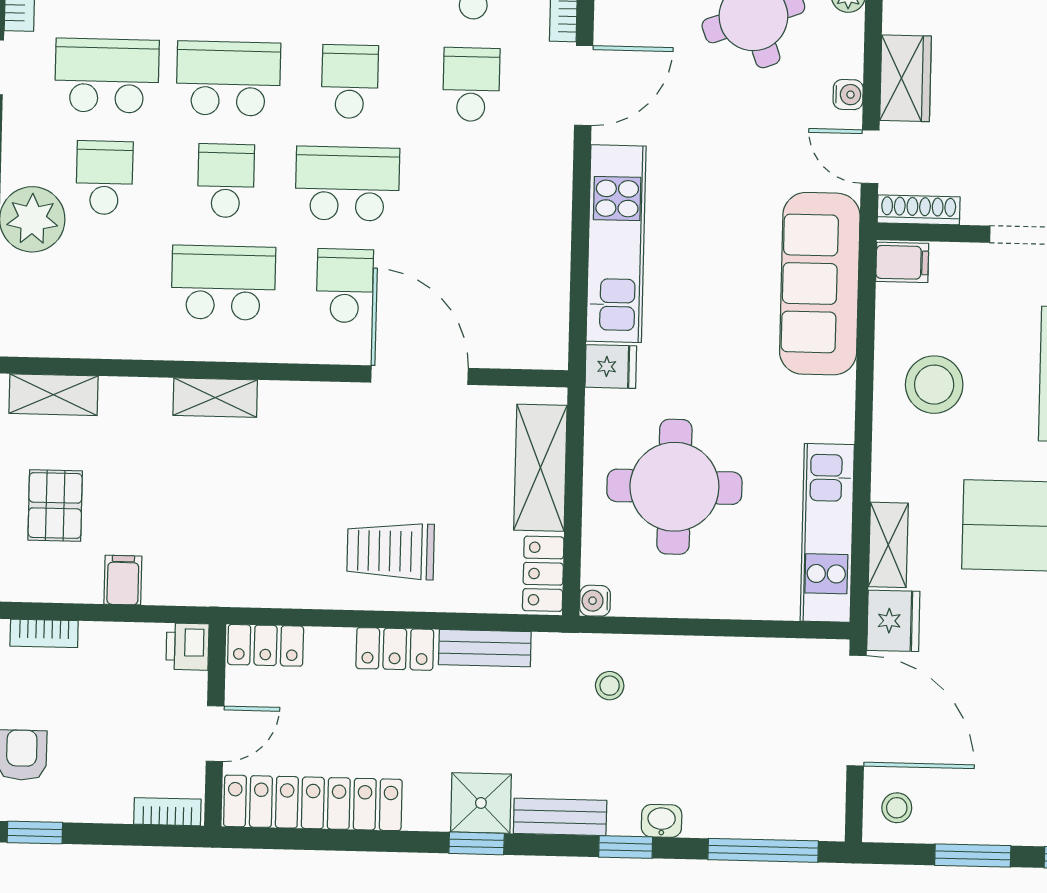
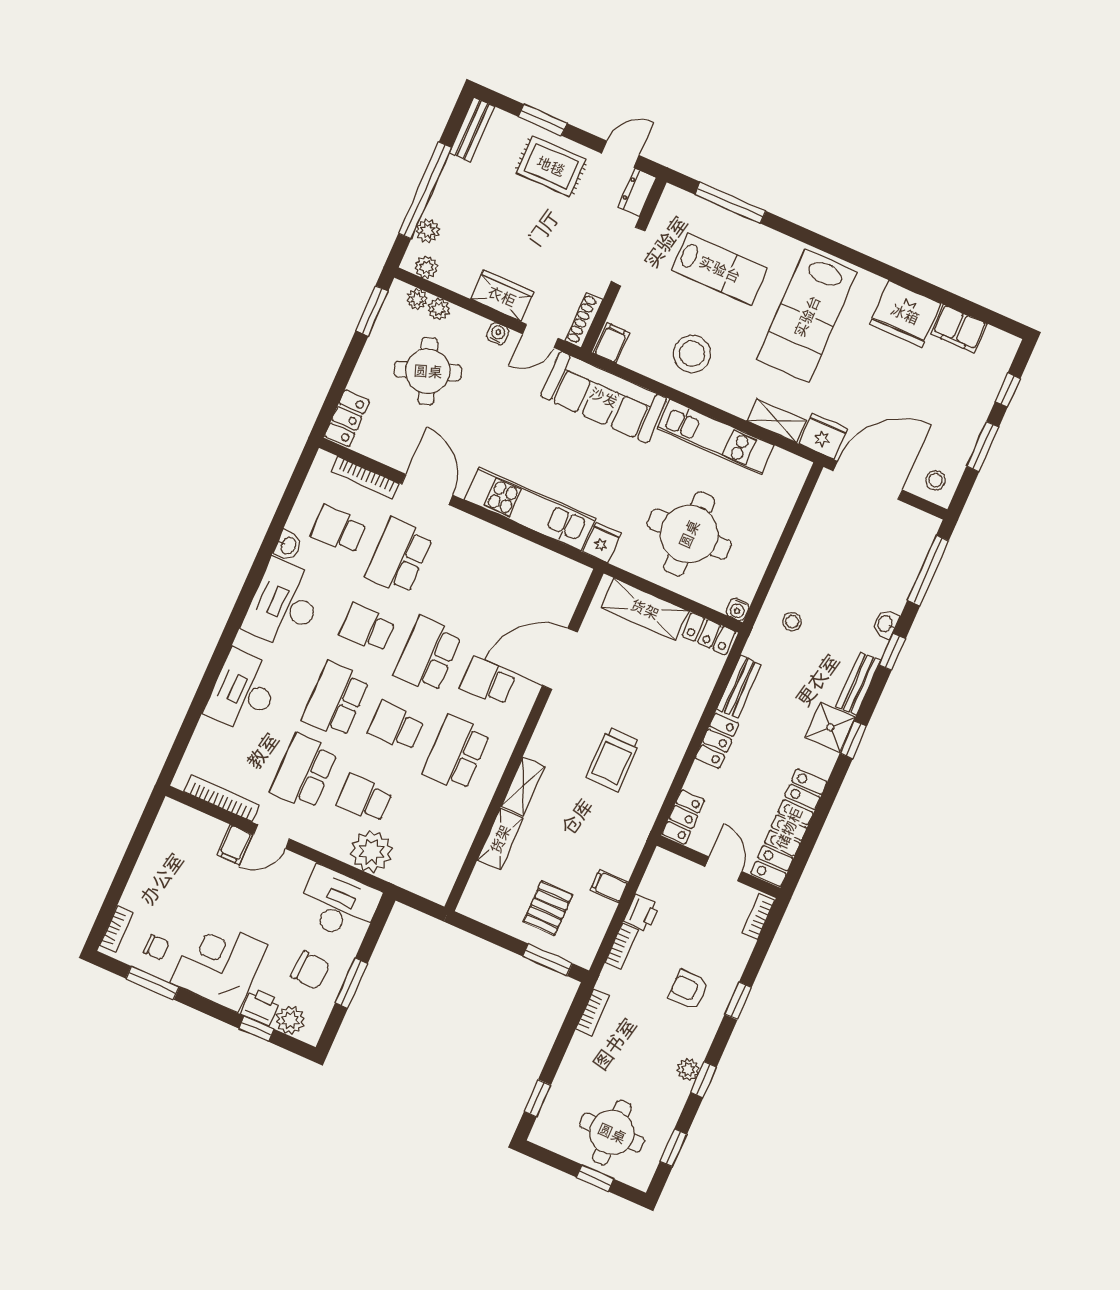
school desk: (471, 84) -> (399, 556), width x1.85
shelving: (53, 395) -> (500, 839), moved
pallet: (55, 505) -> (548, 908), turned 90
kitchen unit: (827, 533) -> (715, 437), moved
trolley: (391, 551) -> (613, 759), moved
printer: (187, 647) -> (642, 913), moved, turned -90

